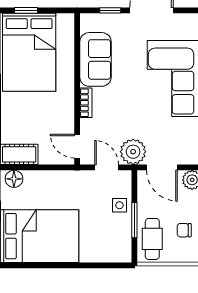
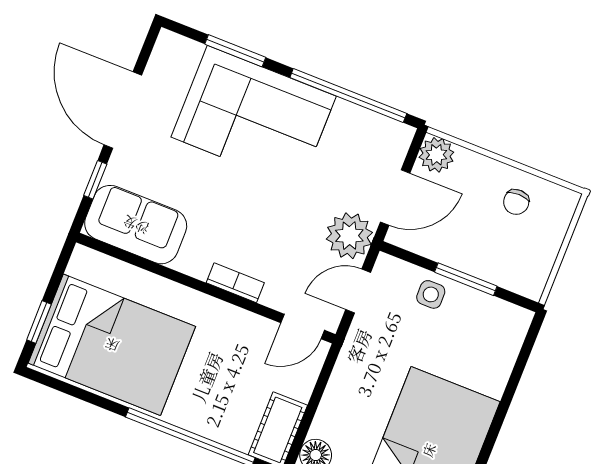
sofa: (95, 59) -> (136, 225), moved
cafe table: (152, 239) -> (510, 262), removed

